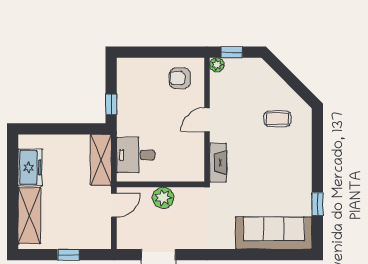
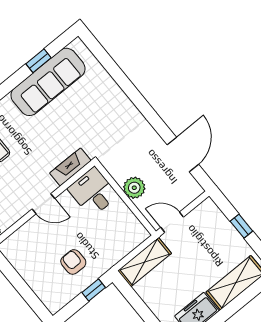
armchair: (180, 78) -> (73, 262), moved, turned 180
desk: (136, 155) -> (93, 192), moved, turned 180
sofa: (274, 233) -> (48, 82), moved, turned -90

